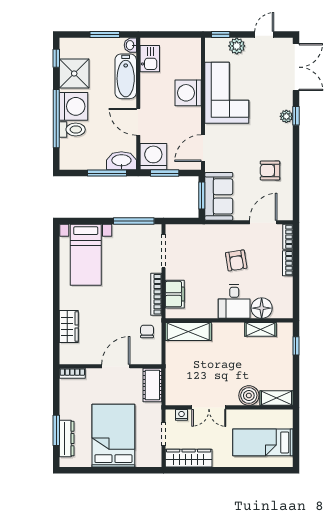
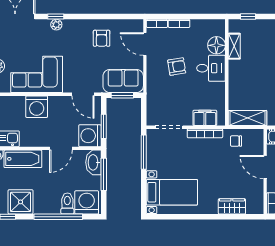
washing machine: (74, 106) -> (87, 202), moved
shelving: (188, 331) -> (248, 118), moved, turned 90

